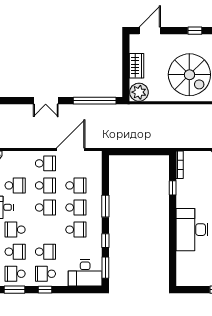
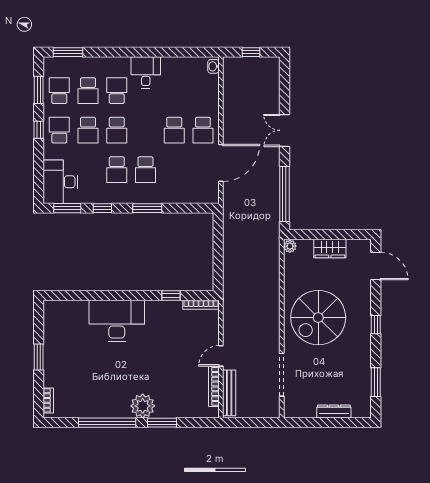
plant: (139, 92) -> (290, 246), width x0.53, depth x0.53
door: (71, 150) -> (221, 163), hinge flipped
school desk: (15, 185) -> (174, 91), removed
school desk: (76, 185) -> (174, 170), removed
school desk: (45, 208) -> (117, 130), moved

